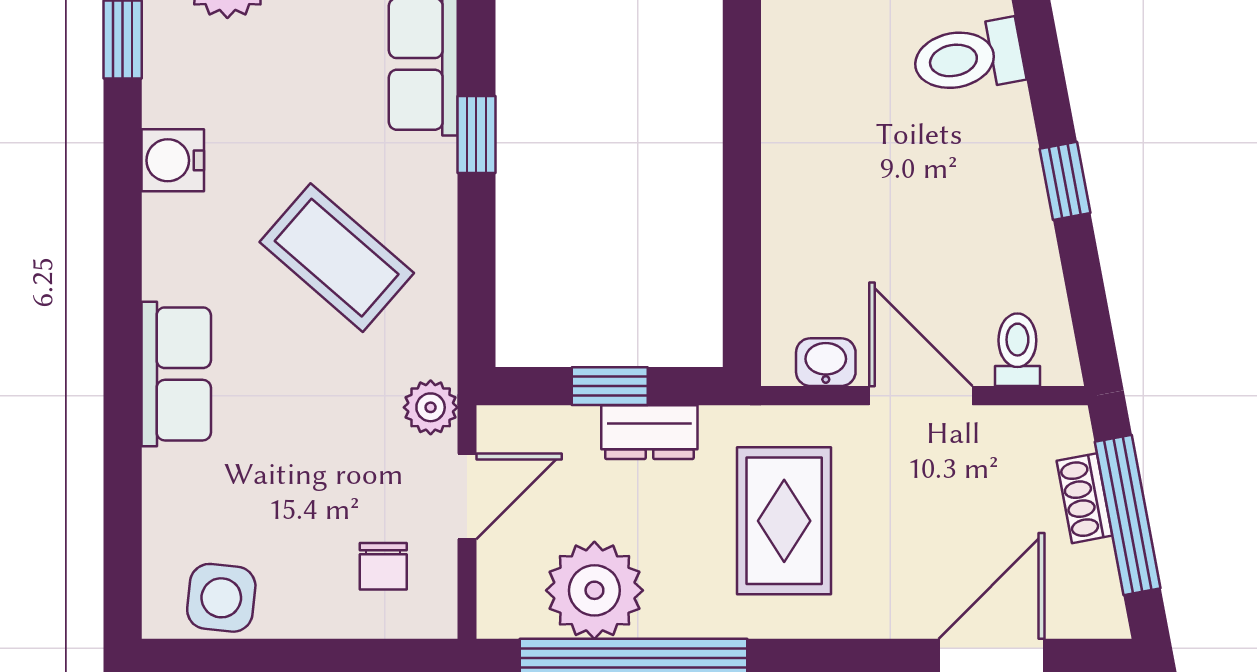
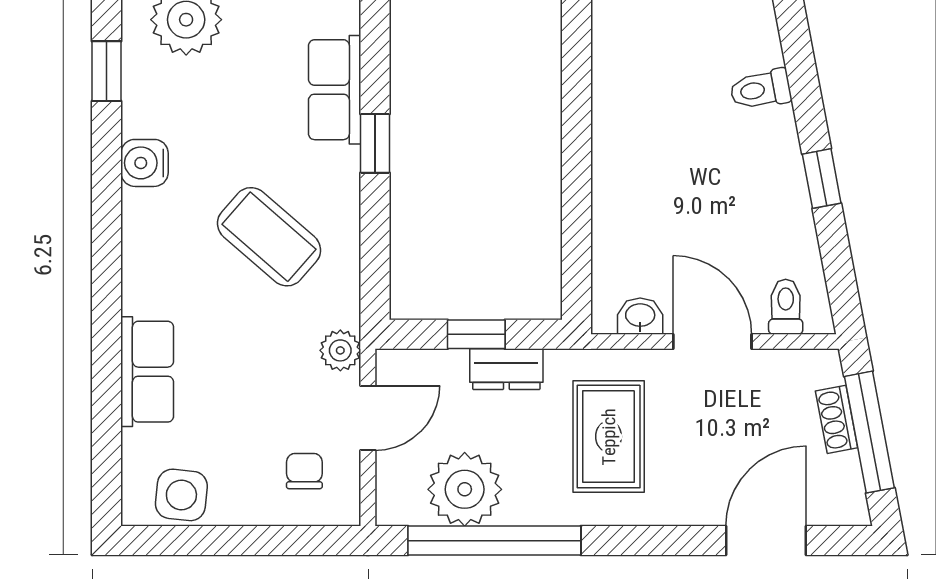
toilet: (968, 58) -> (761, 89), width x0.73, depth x0.72
row of seats: (176, 374) -> (147, 372), moved
chair: (383, 566) -> (304, 471), turned 180

